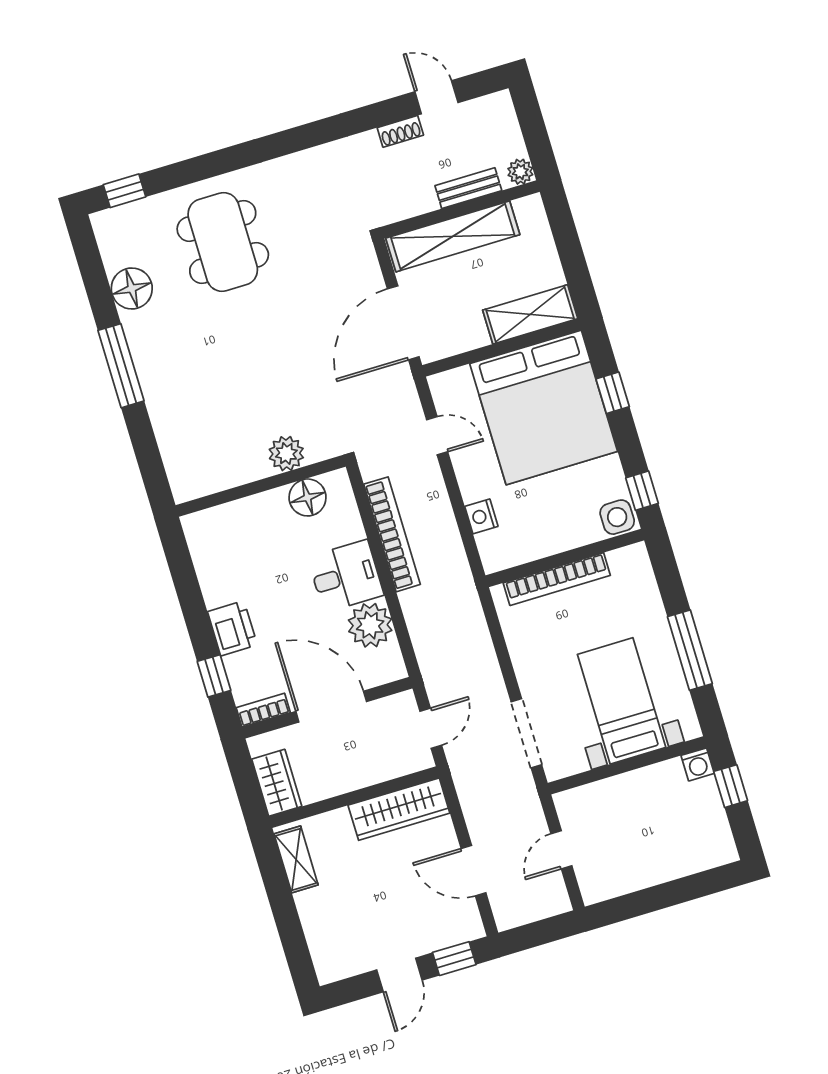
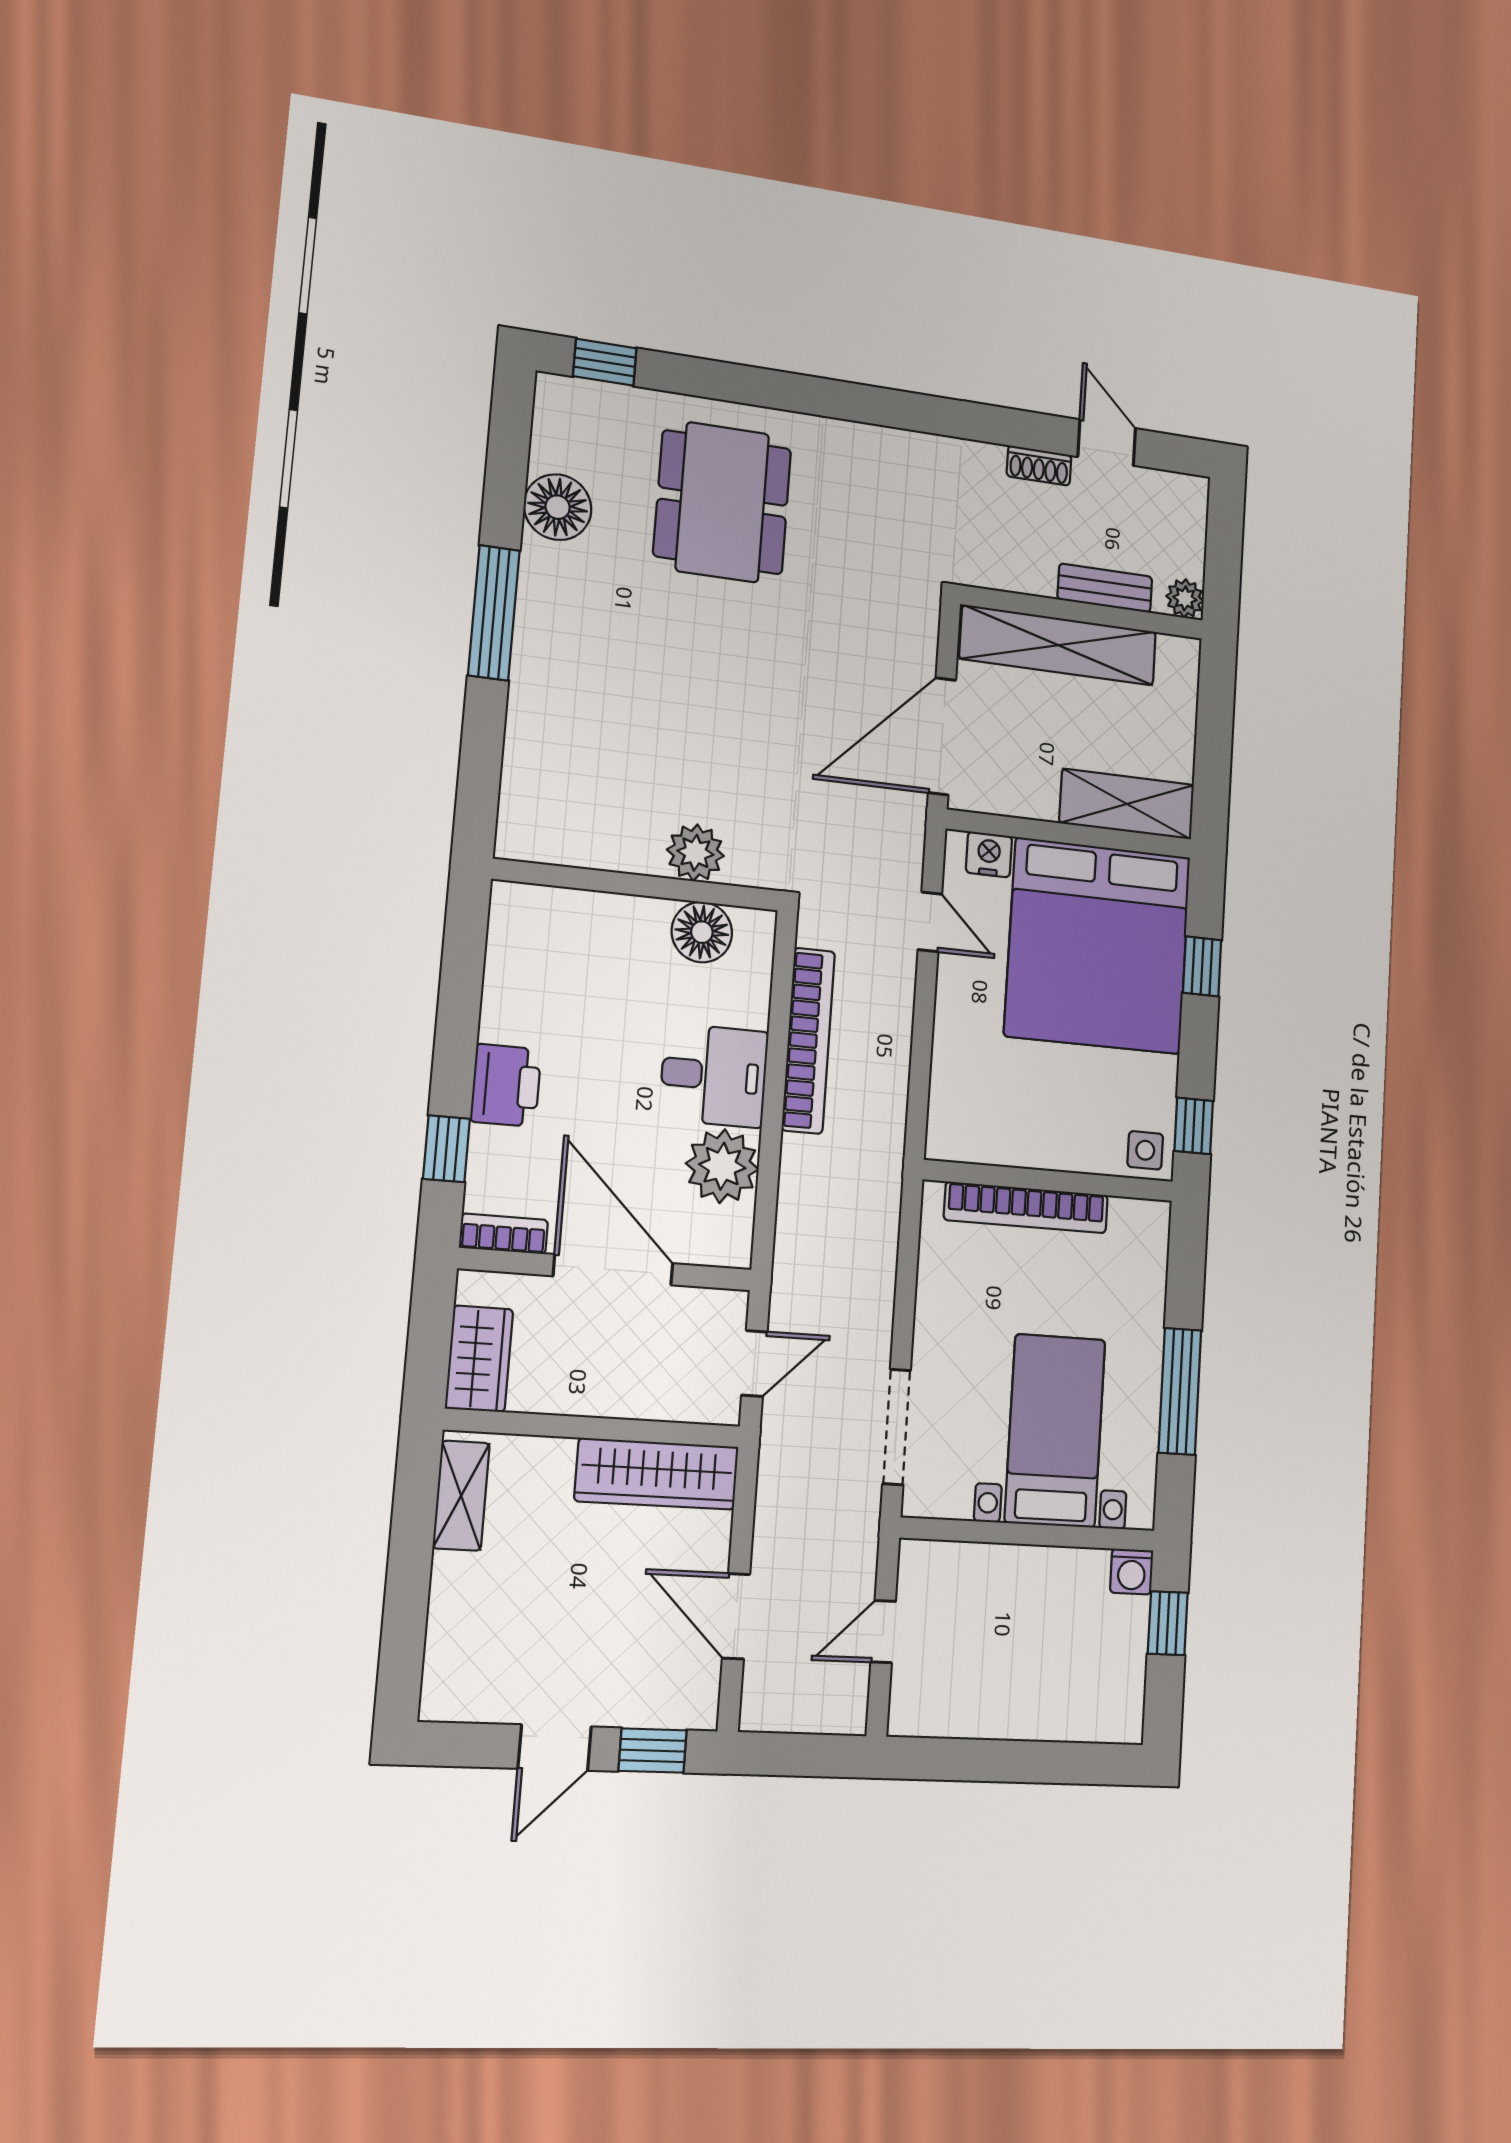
nightstand: (481, 516) -> (989, 854), moved, turned 90
side table: (617, 517) -> (1145, 1150), width x0.73, depth x0.73

